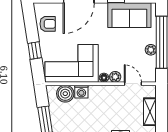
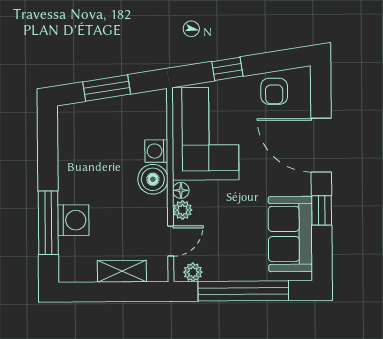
plant: (151, 50) -> (193, 272), moved
boiler: (65, 94) -> (153, 179), moved

